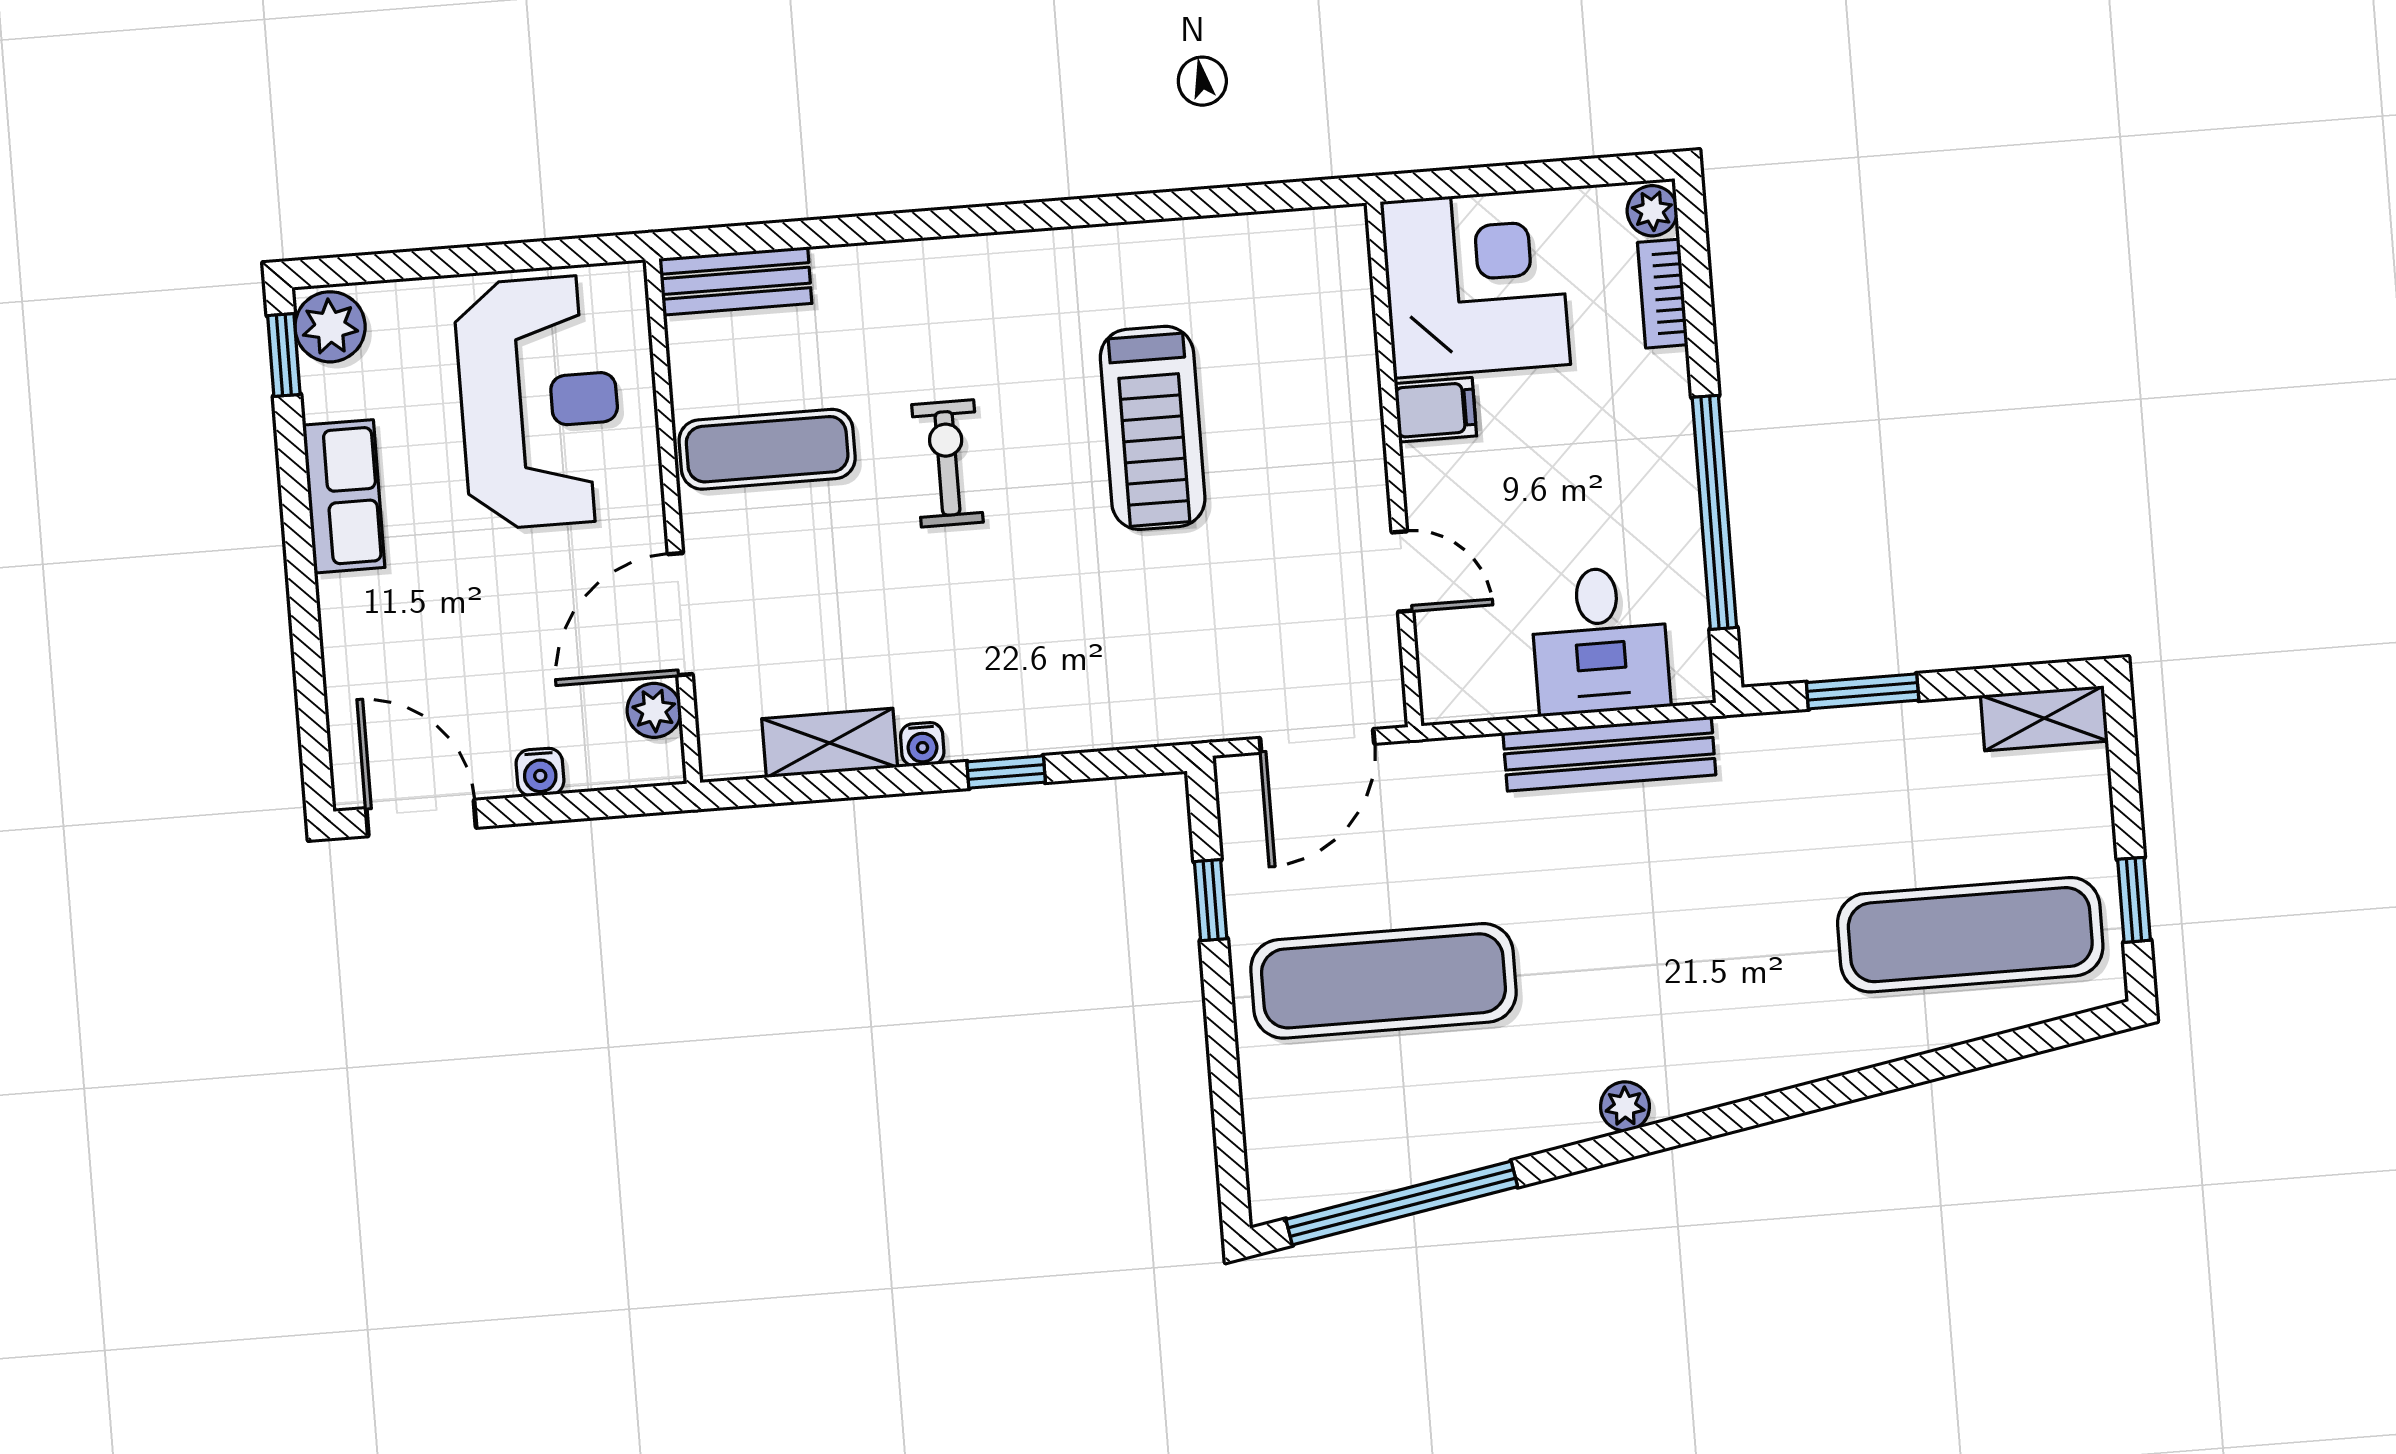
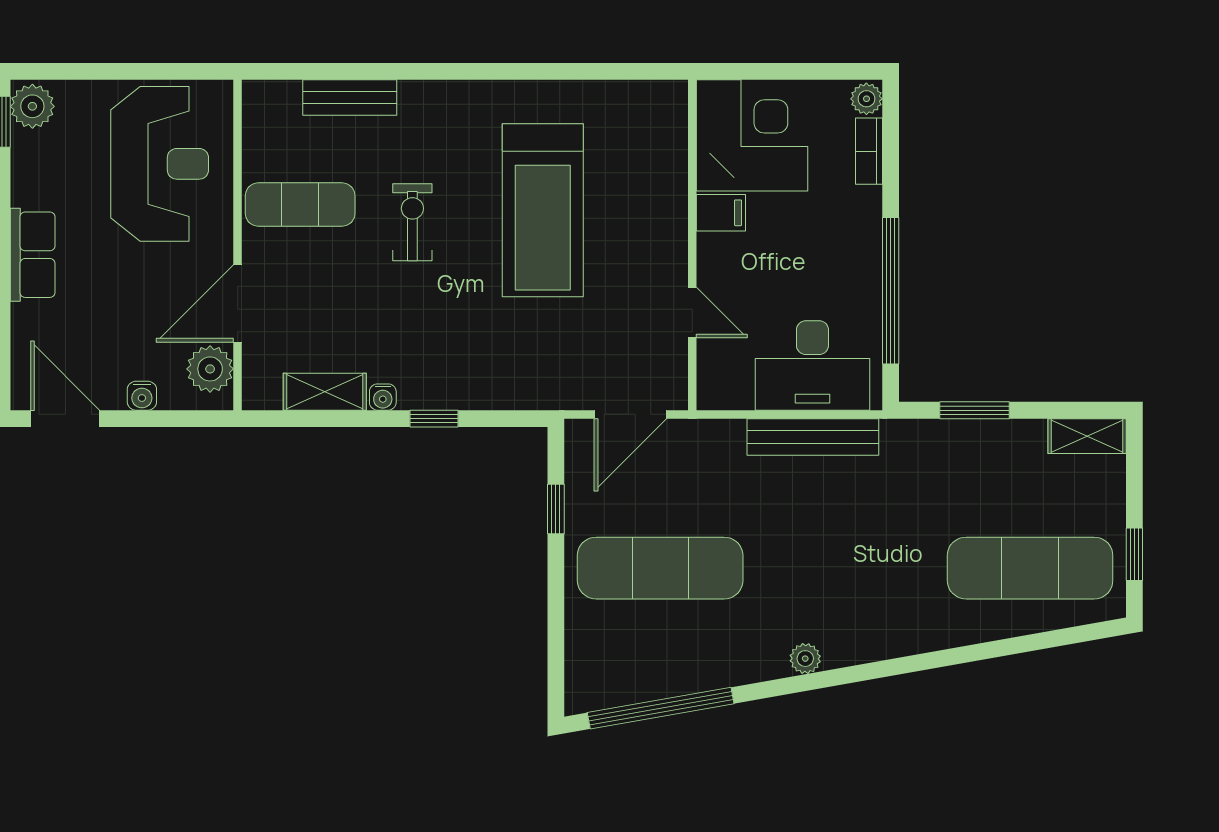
bench: (735, 281) -> (350, 98), moved
treadmill: (1153, 428) -> (543, 210), width x1.37, depth x1.38
row of seats: (344, 496) -> (33, 255), moved
desk: (1600, 640) -> (812, 365), width x1.37
plant: (654, 710) -> (210, 369), width x1.38, depth x1.38

